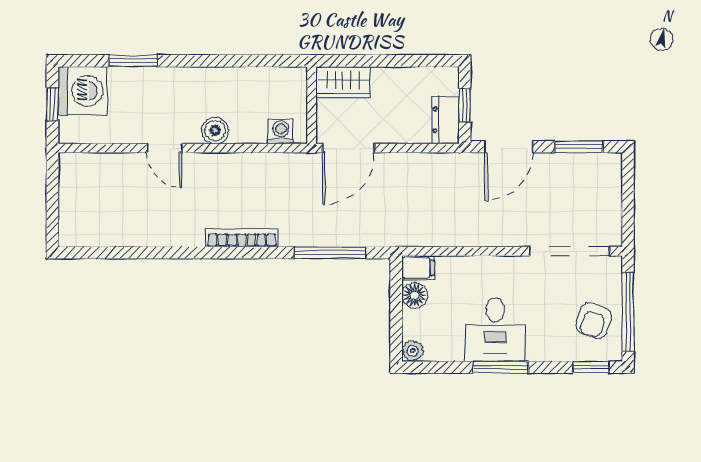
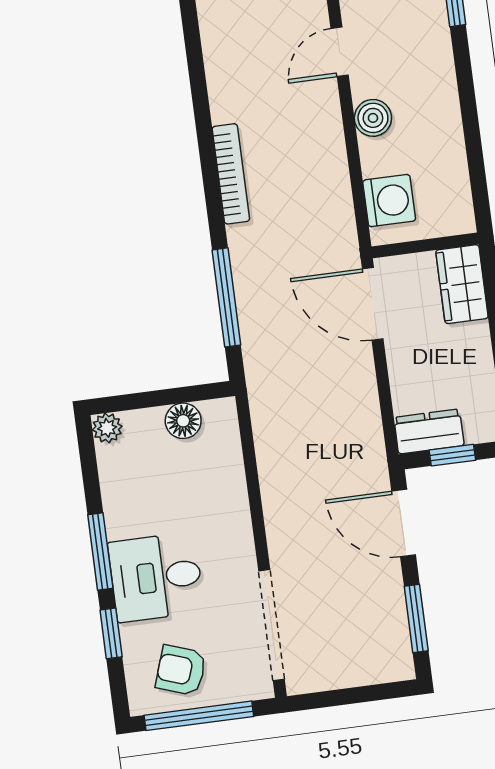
washing machine: (281, 131) -> (389, 201), width x1.38, depth x1.38
filing cabinet: (418, 268) -> (221, 421), removed
desk: (495, 330) -> (156, 577), moved
window: (591, 367) -> (111, 633), moved

